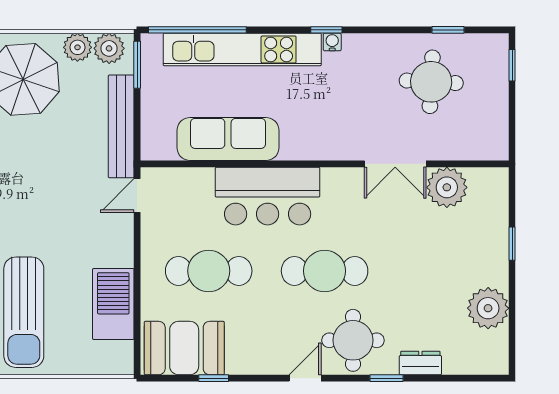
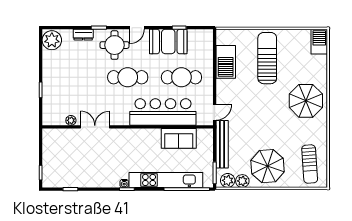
round table: (431, 82) -> (78, 165), removed
sofa: (228, 139) -> (179, 138), width x0.73
plant: (447, 187) -> (71, 120), width x0.53, depth x0.53
bar counter: (268, 196) -> (163, 112), width x1.36
plant: (488, 308) -> (52, 40), moved
booth: (184, 348) -> (168, 41), moved

